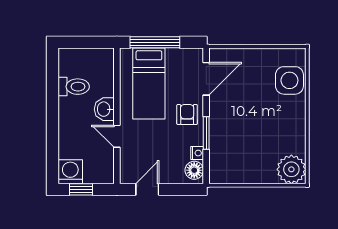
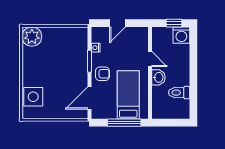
armchair: (187, 114) -> (102, 74), turned -90
floor lamp: (194, 170) -> (98, 36), removed
door: (147, 189) -> (118, 23), moved

